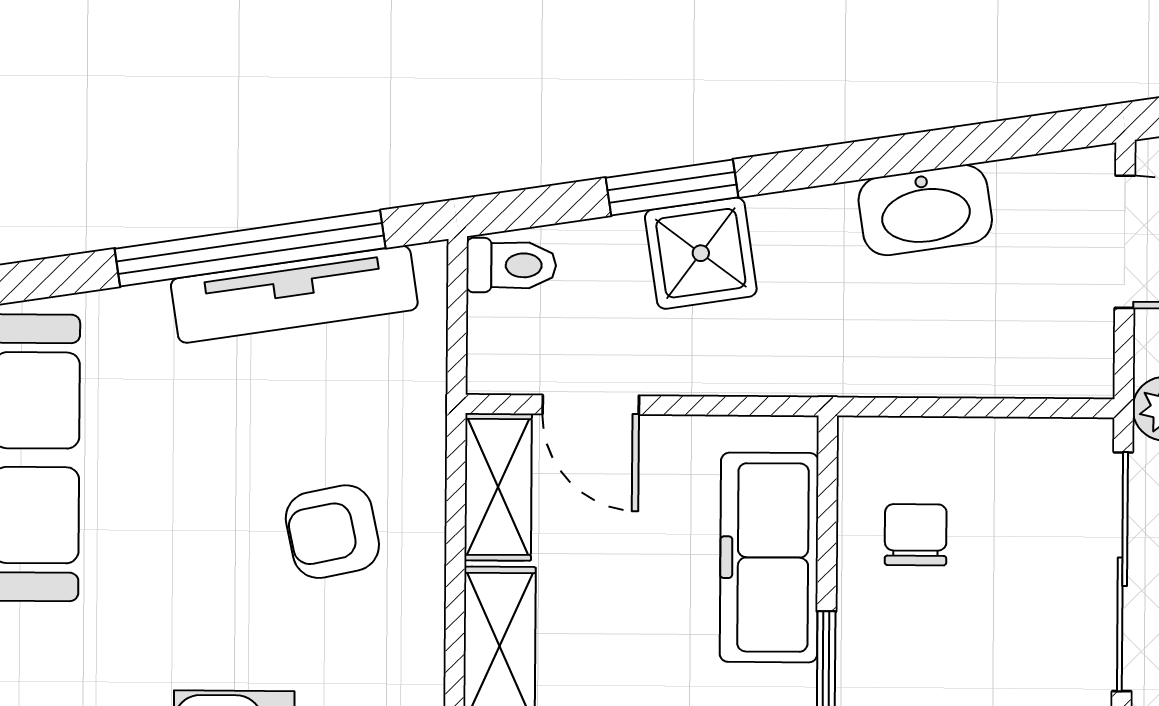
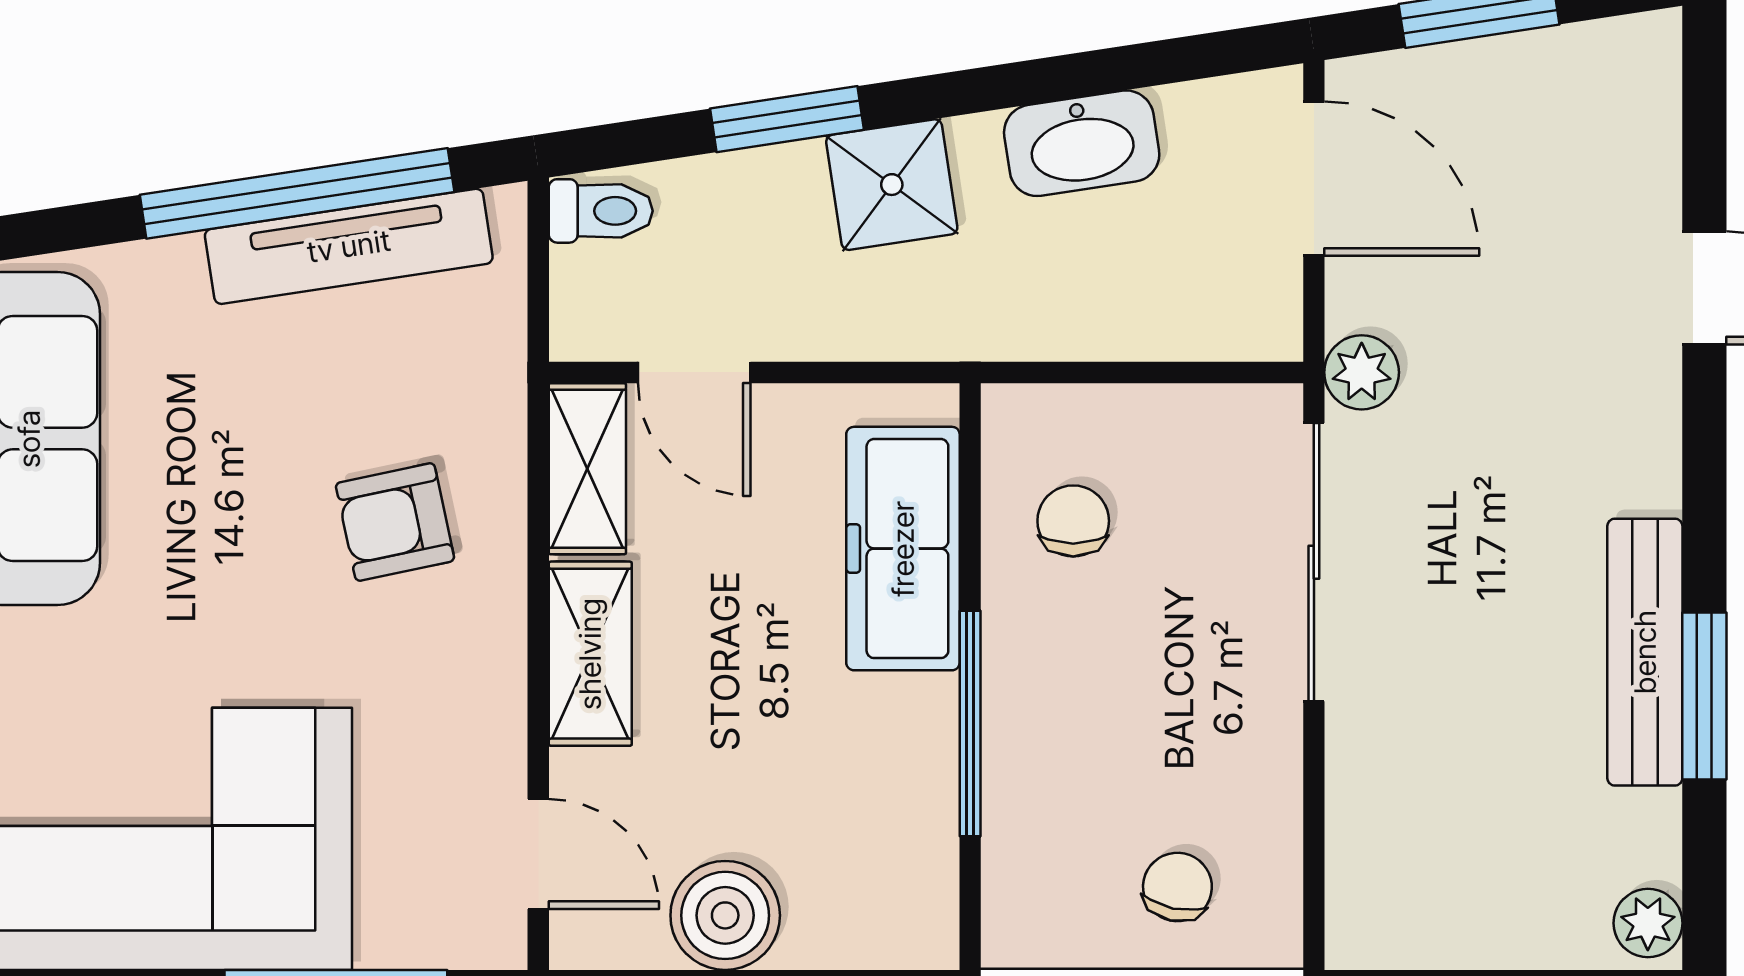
shower: (701, 253) -> (892, 185), moved

